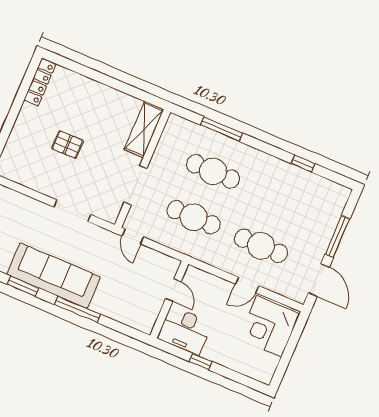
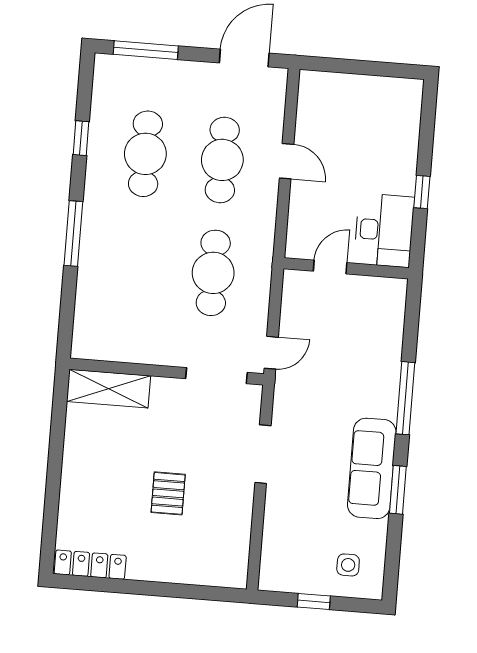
window: (222, 129) -> (73, 233), moved
cafe table: (213, 171) -> (145, 154), moved
doorway: (135, 185) -> (216, 376), moved
window: (337, 236) -> (146, 50), moved
sofa: (54, 276) -> (372, 468), width x0.74, depth x0.79
corner desk: (269, 326) -> (337, 109), removed

